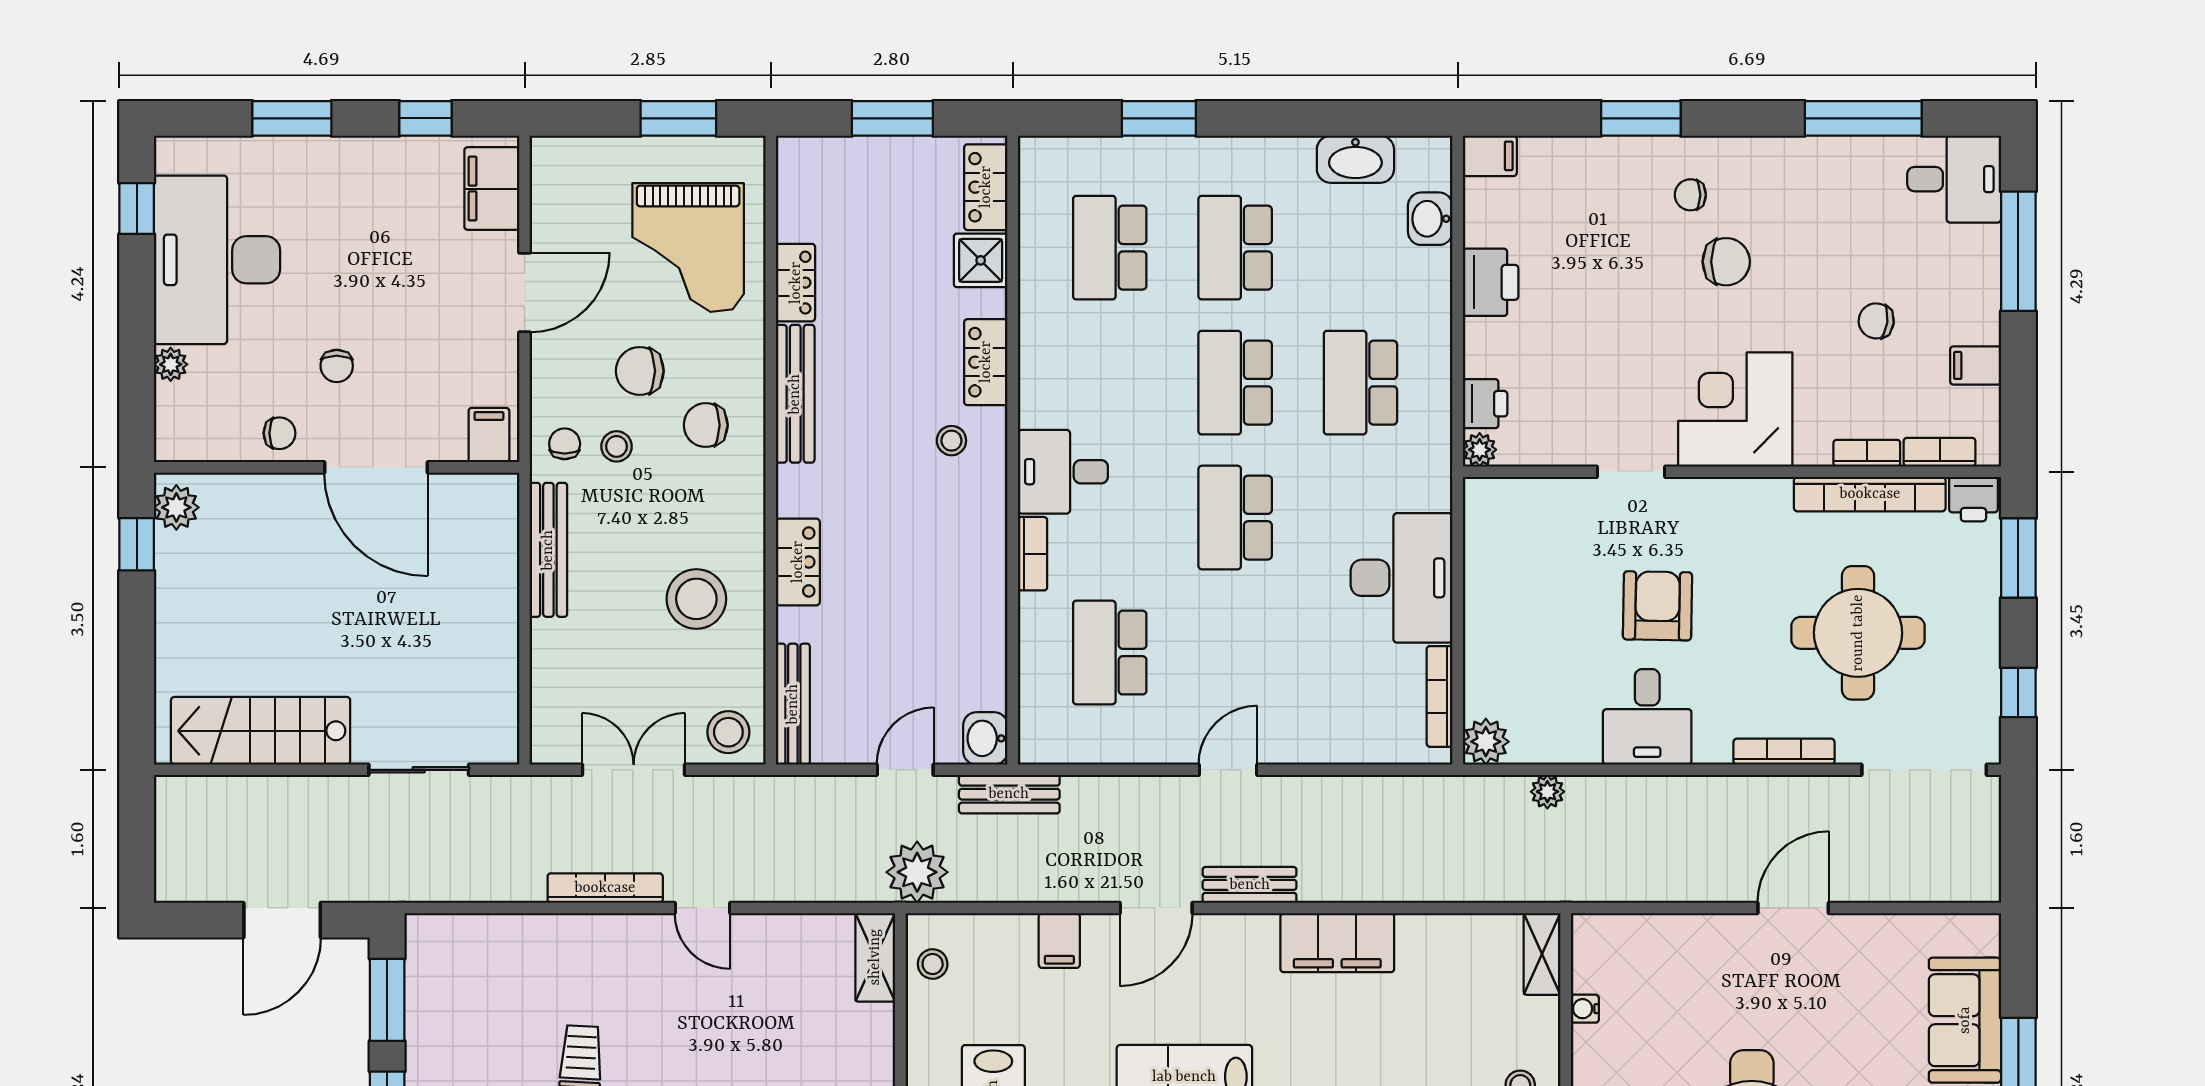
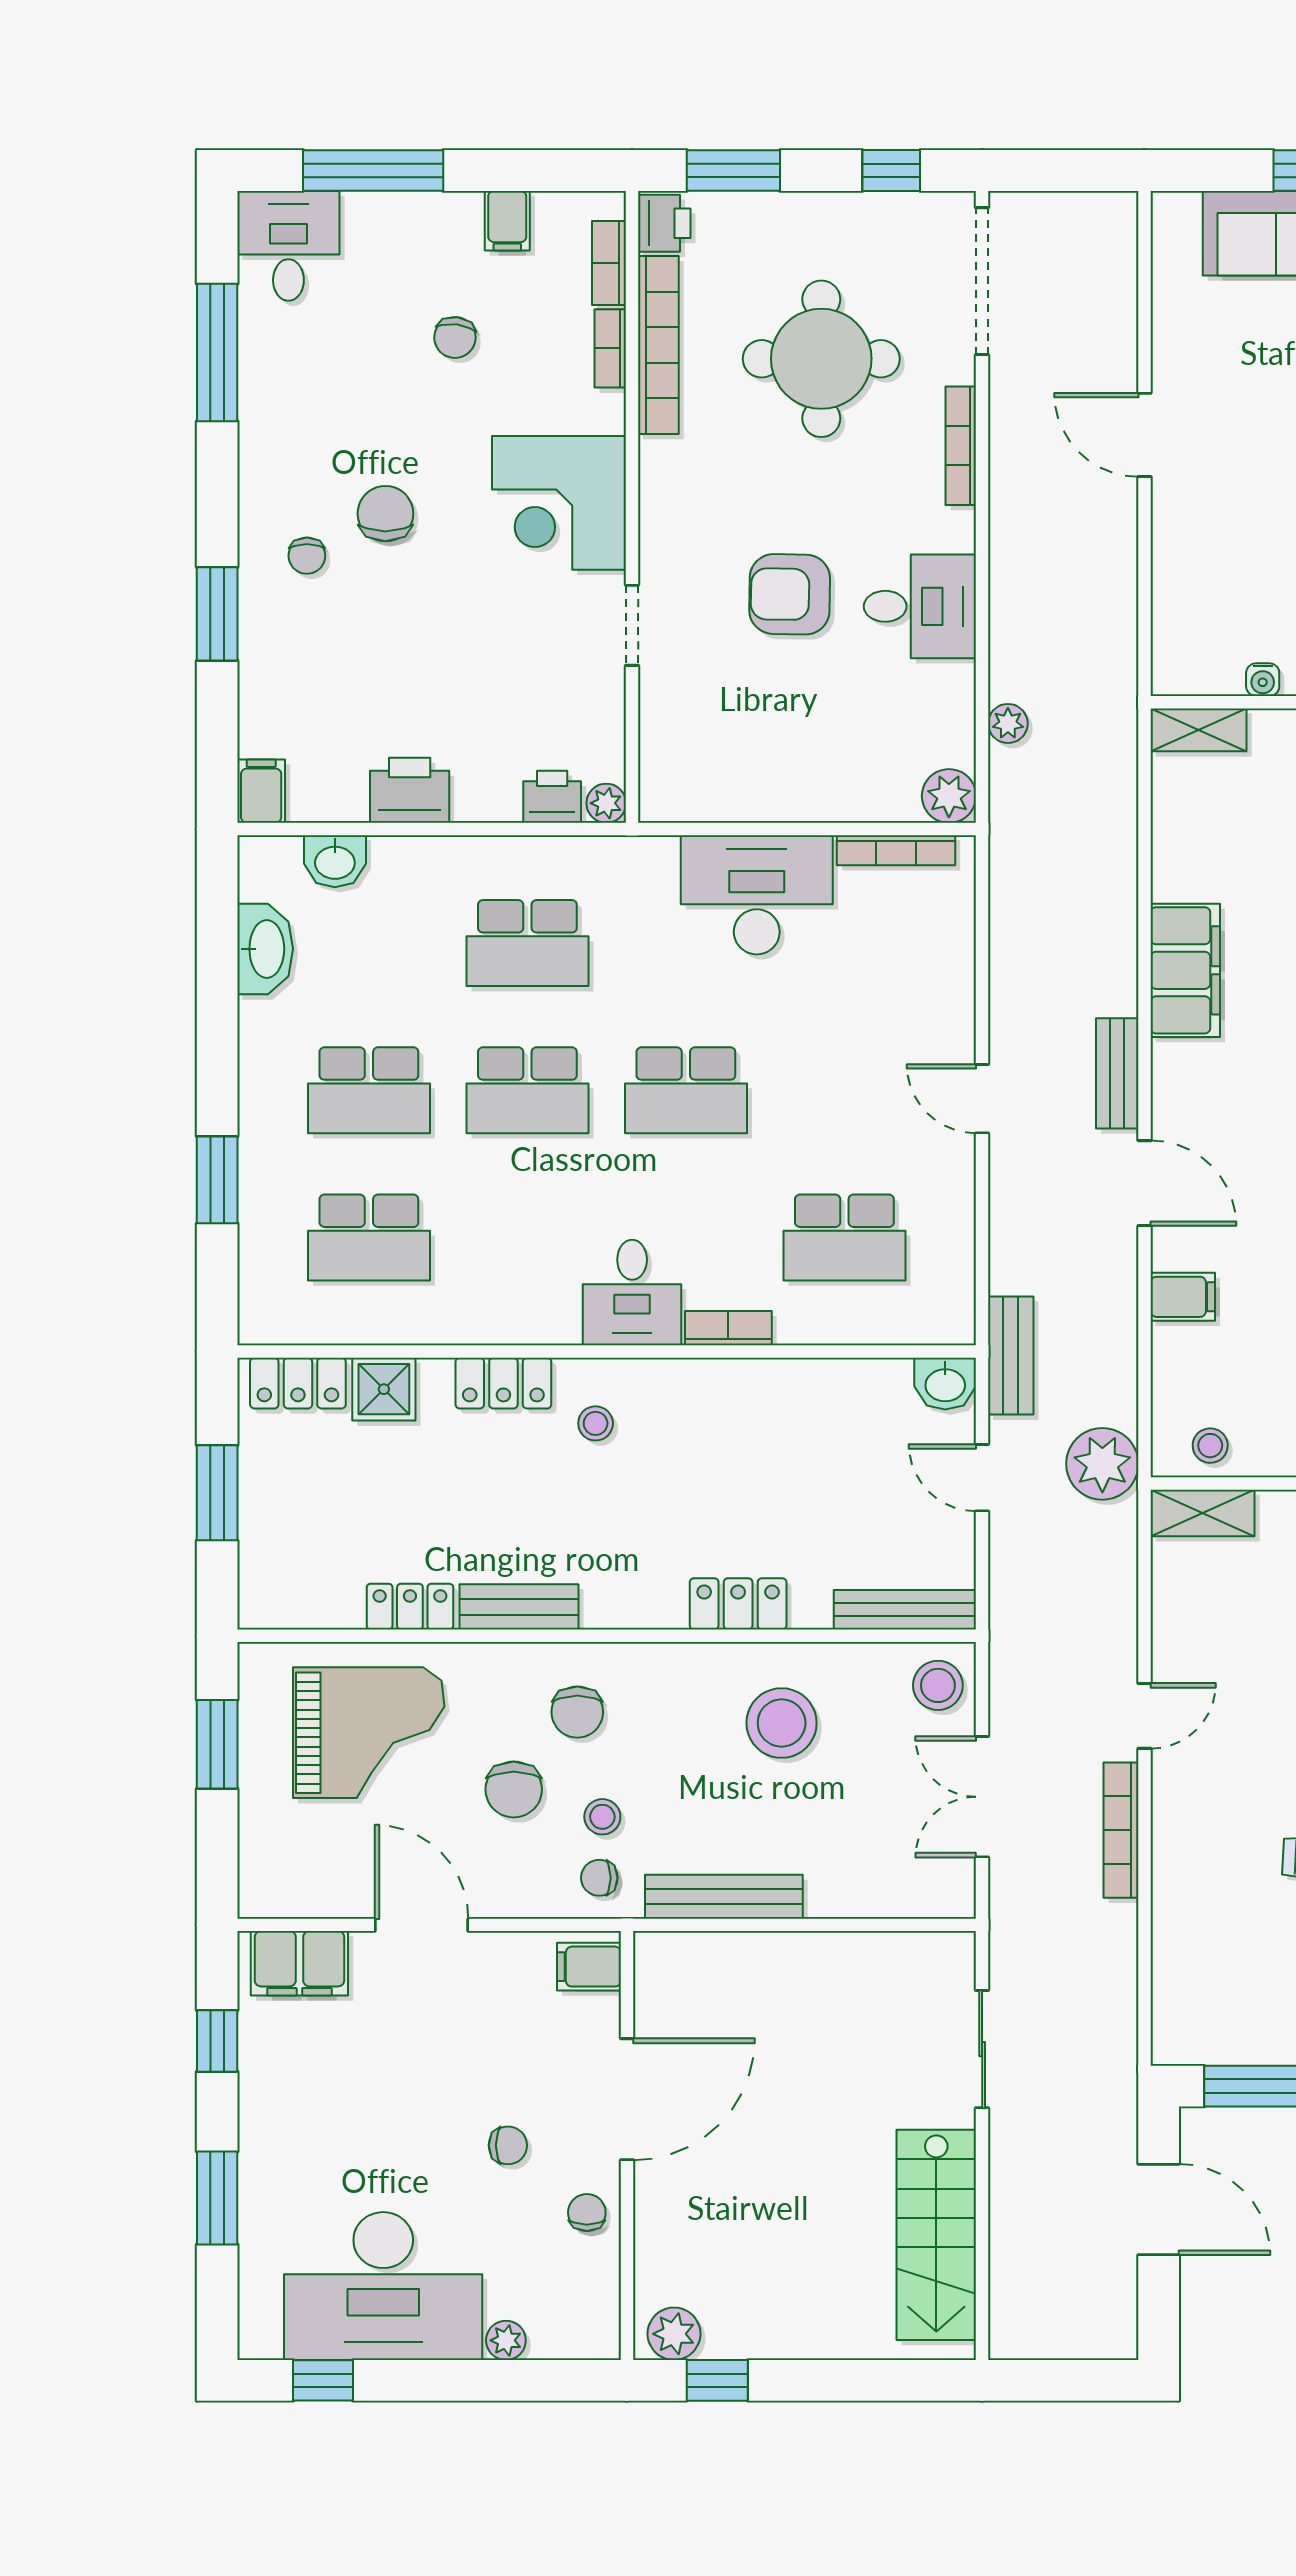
bench: (795, 394) -> (519, 1607), width x0.73

